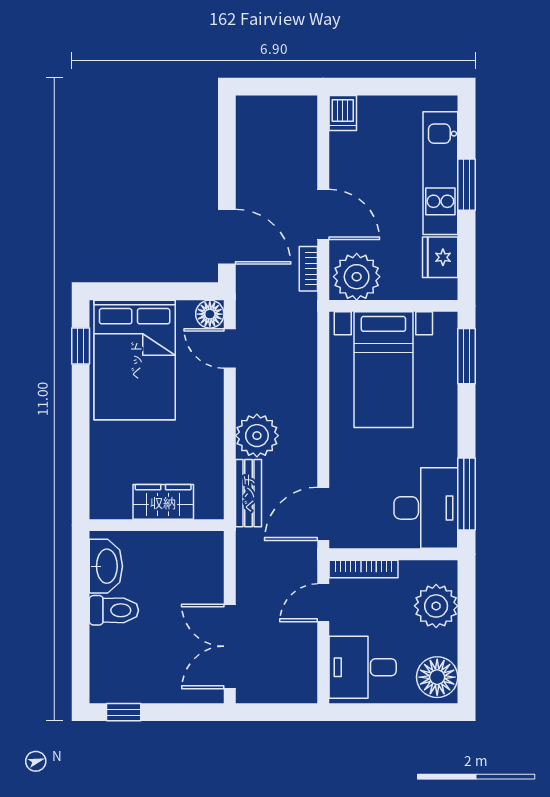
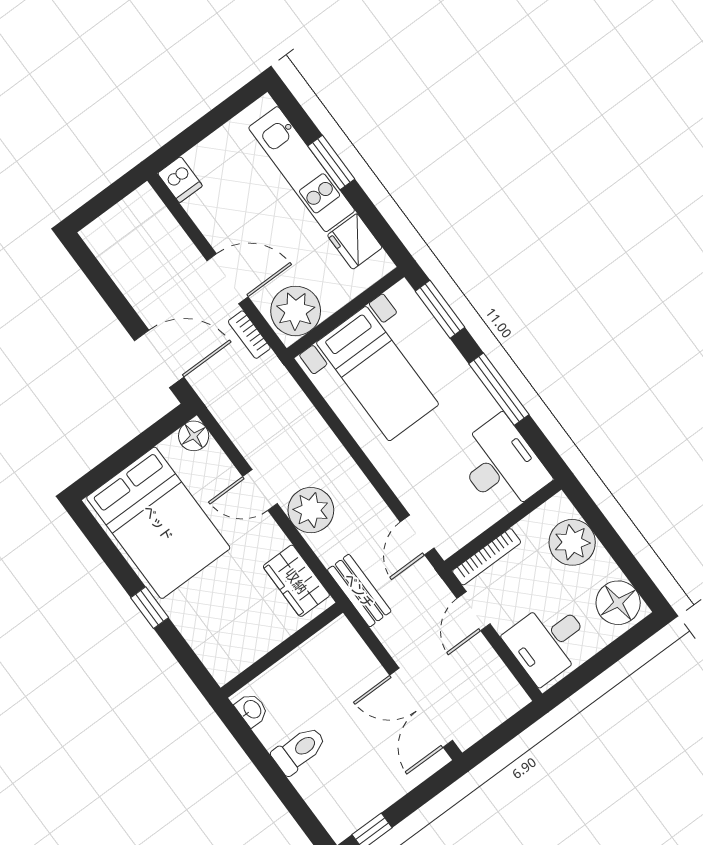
window: (81, 346) -> (150, 608), moved
door: (230, 348) -> (260, 490), moved
bench: (248, 493) -> (359, 591), moved
window: (466, 494) -> (499, 389), moved
wardrobe: (163, 502) -> (296, 581), moved, turned -90
door: (323, 514) -> (417, 535), width x0.73
washbasin: (106, 566) -> (252, 710), width x0.52, depth x0.69

